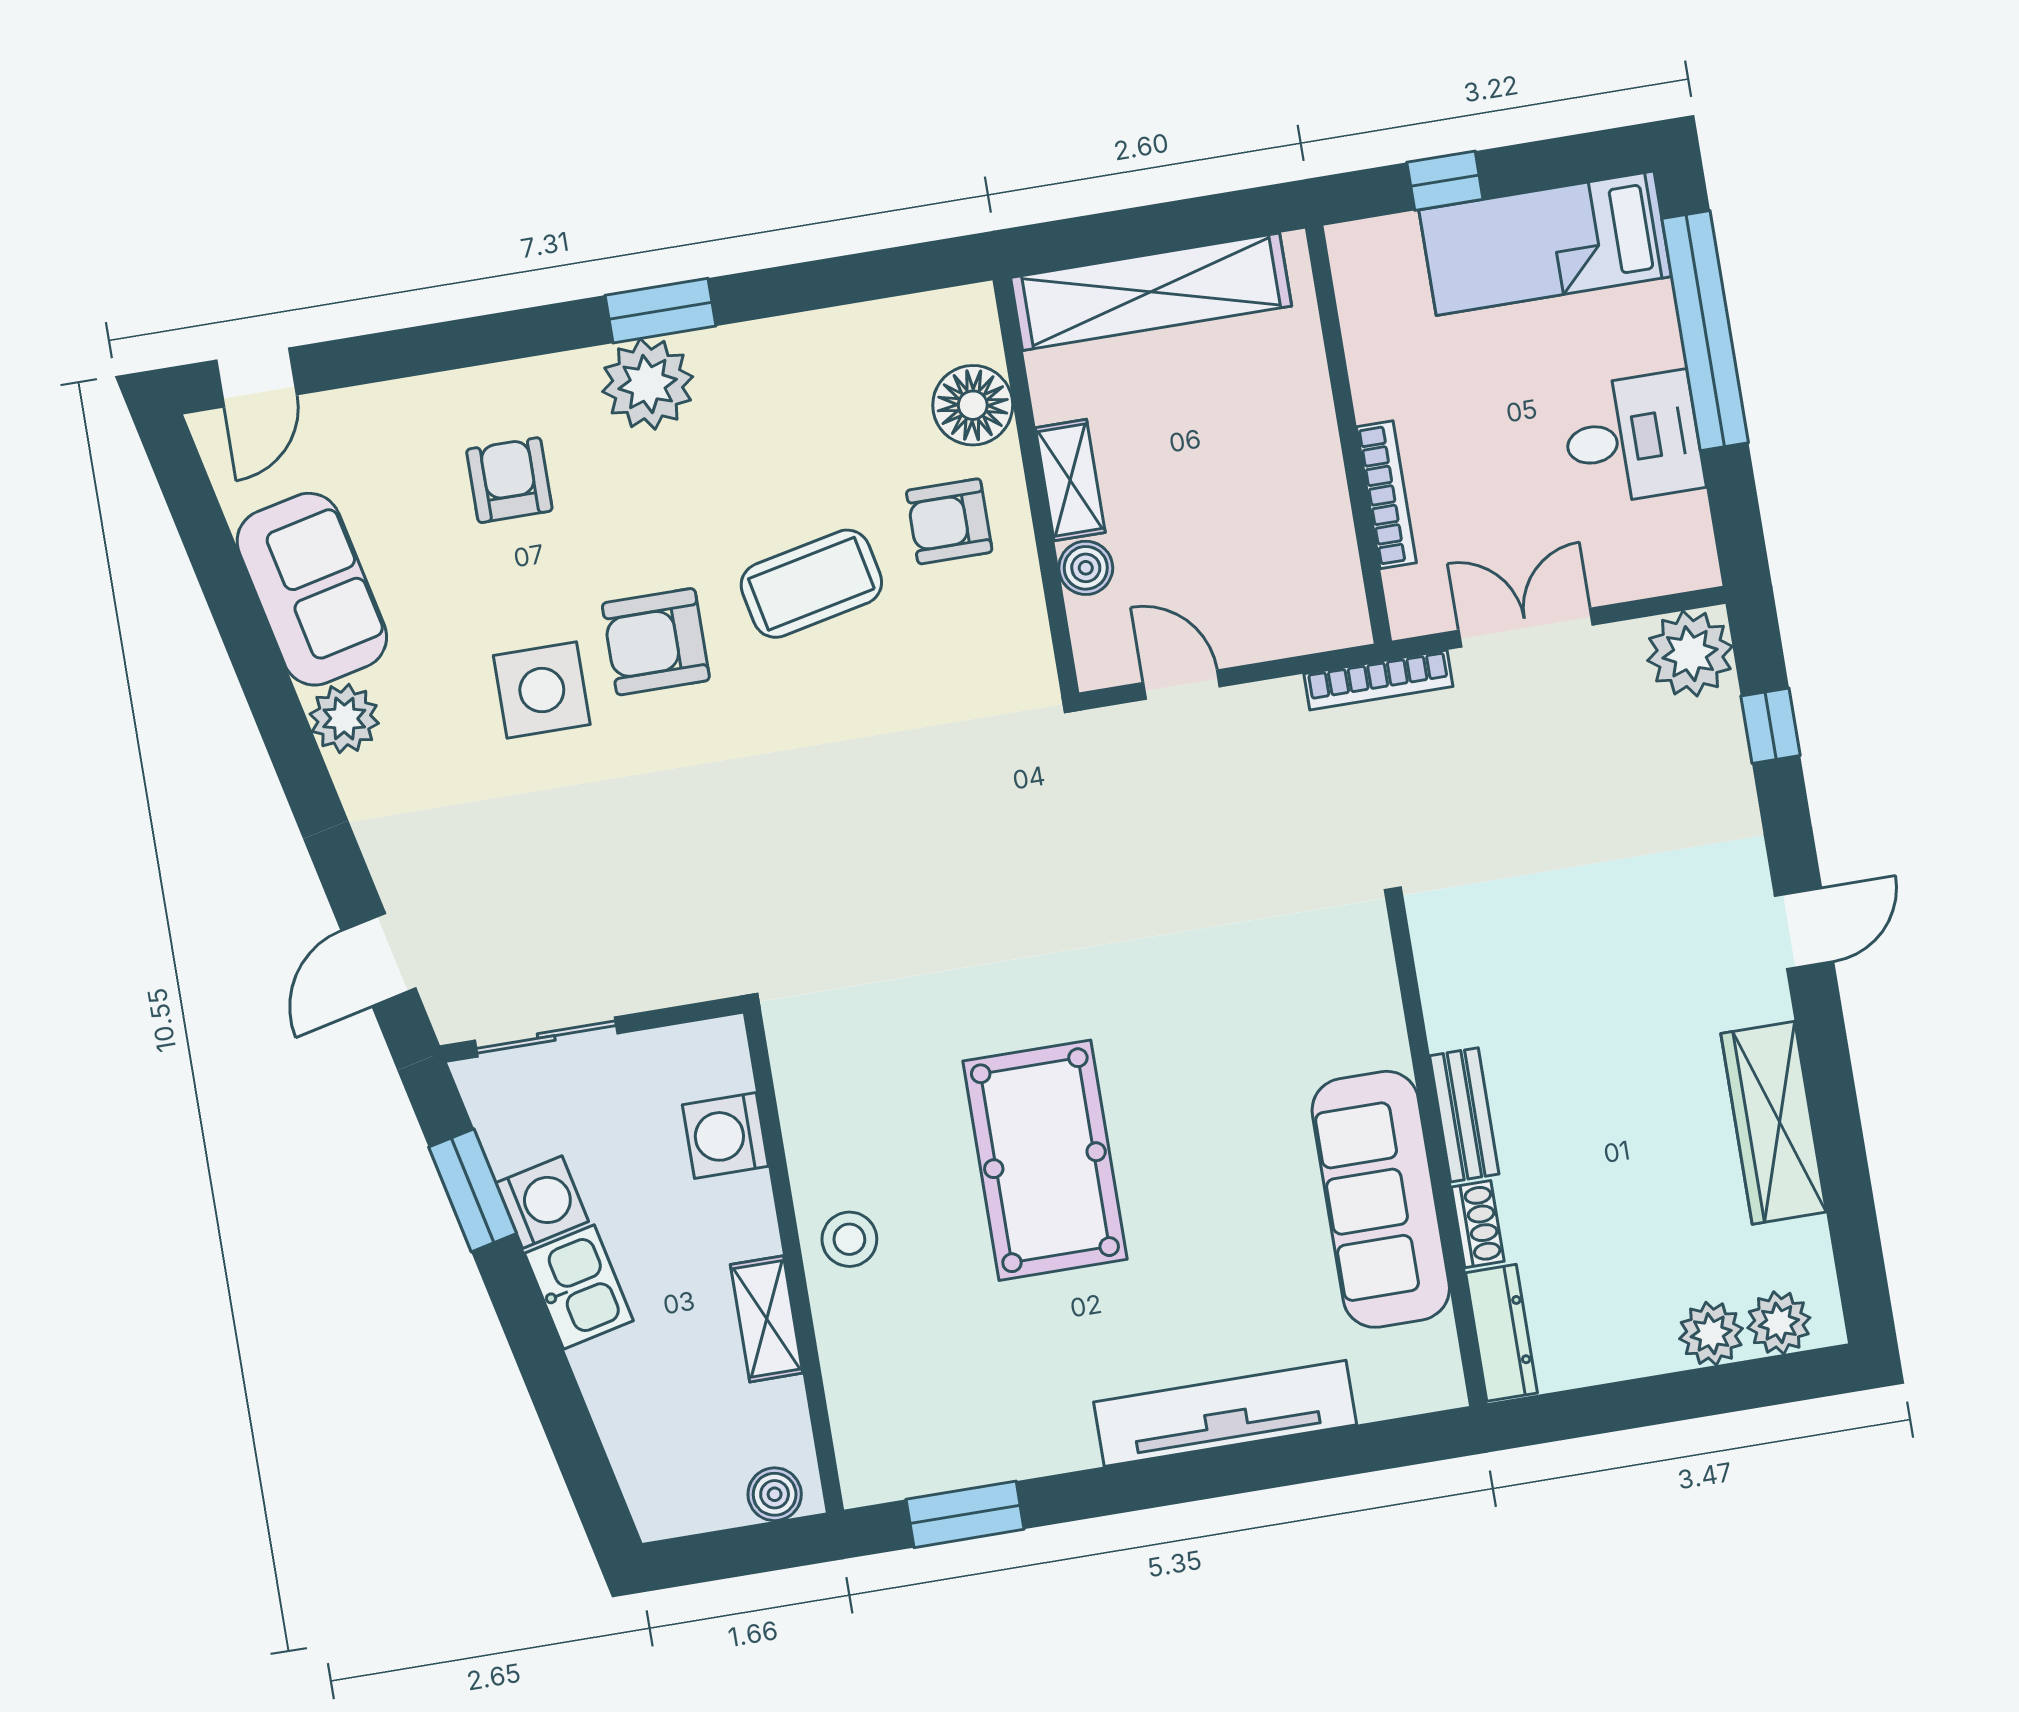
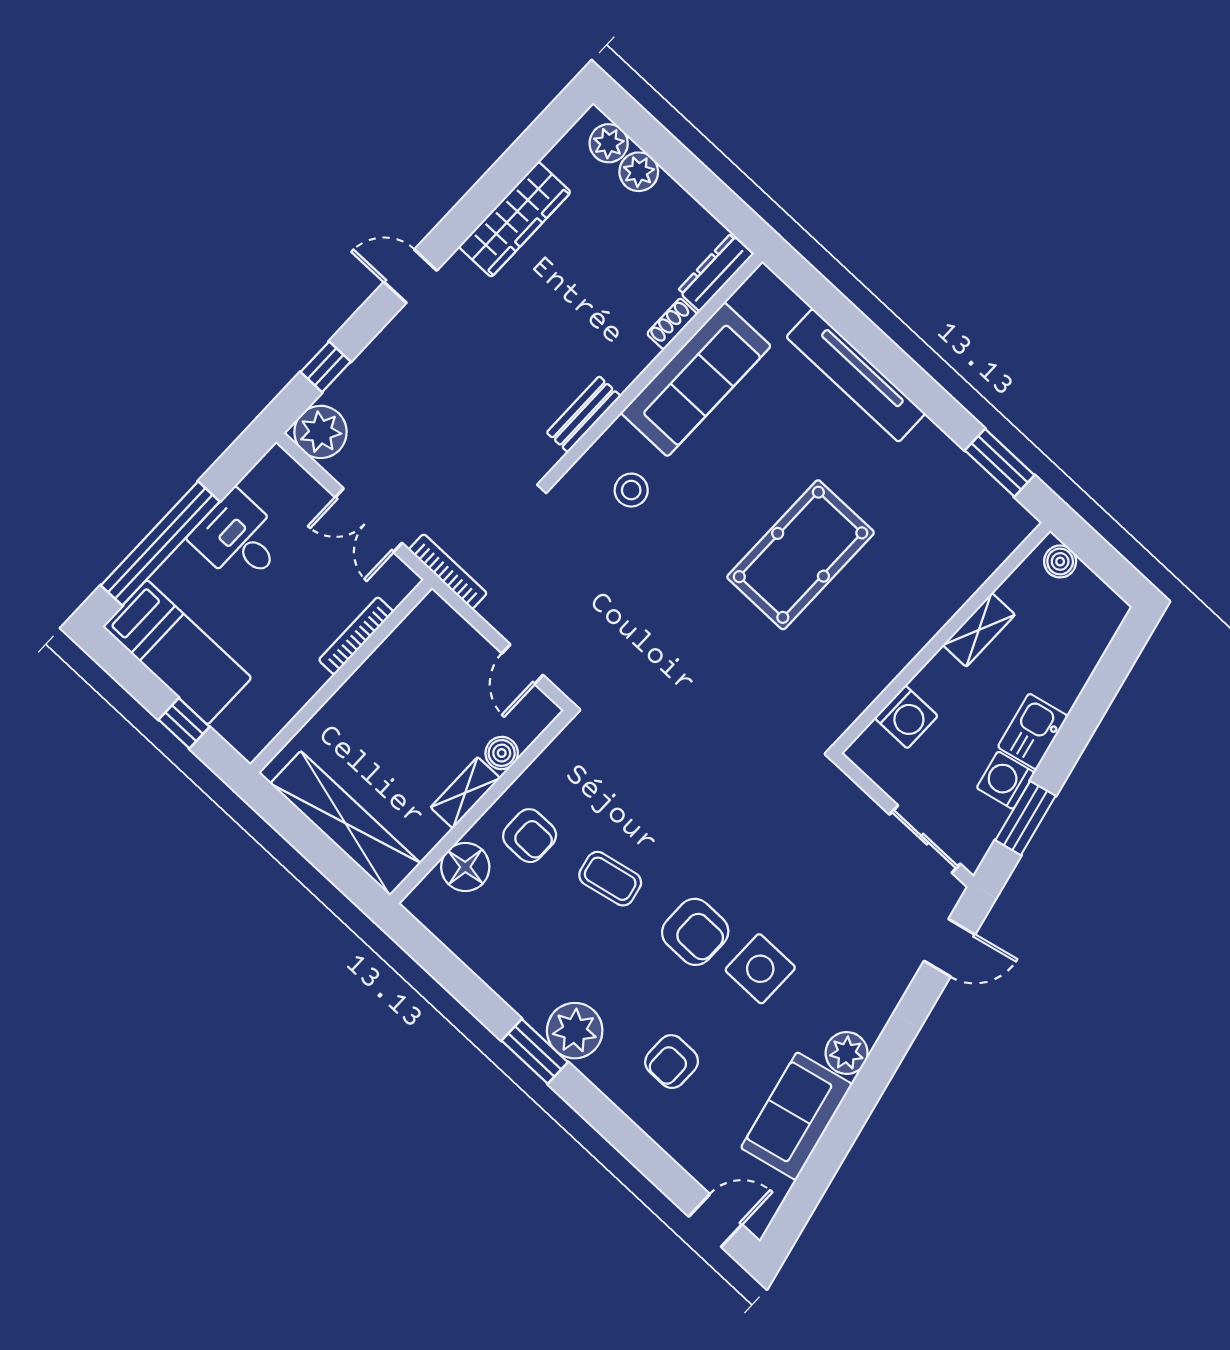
coffee table: (811, 584) -> (610, 879), width x0.73, depth x0.77
bench: (1464, 1115) -> (584, 414), moved
stool: (849, 1239) -> (631, 490), moved

